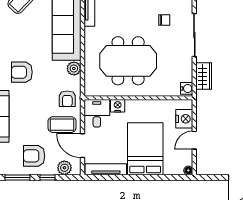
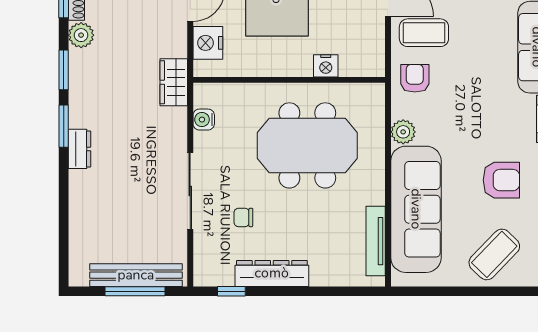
armchair: (22, 72) -> (501, 180), moved
wardrobe: (204, 76) -> (174, 82), moved
water cooler: (187, 88) -> (204, 120), moved
desk: (97, 113) -> (363, 53), removed

